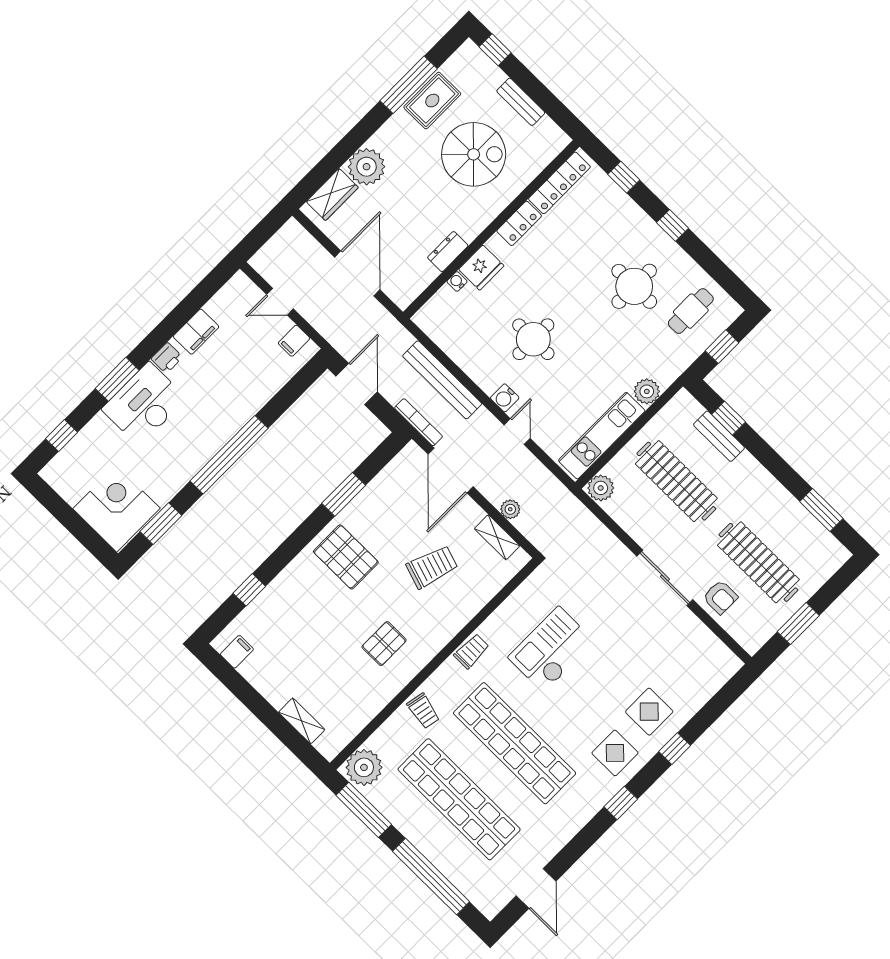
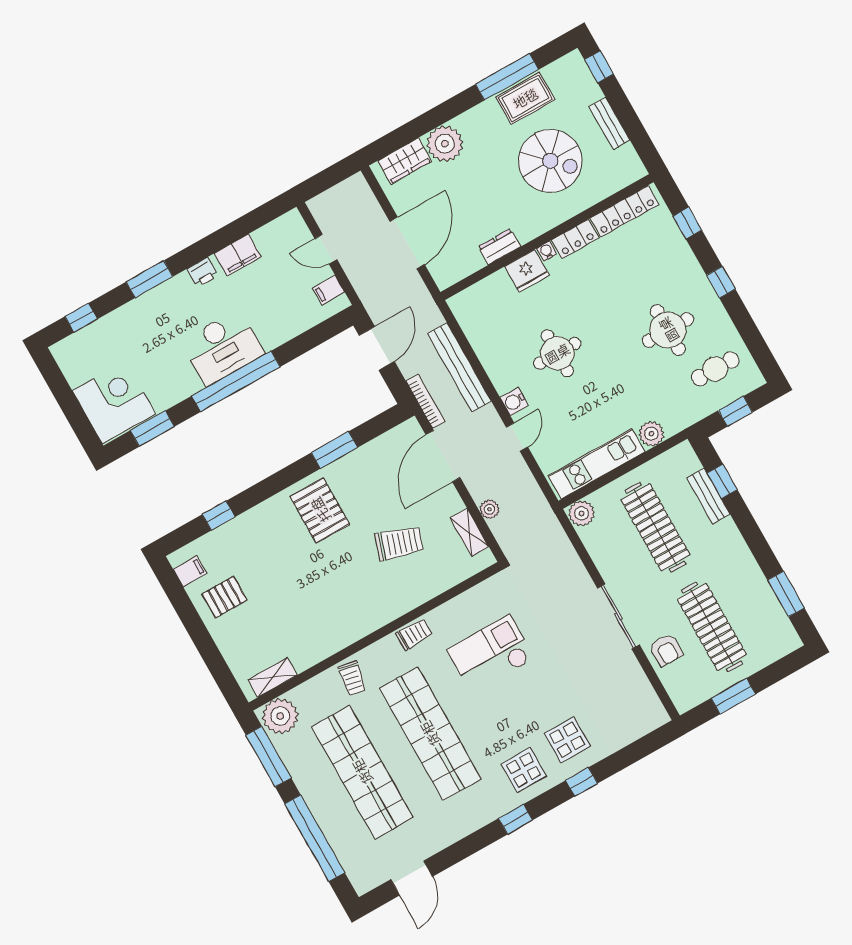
water cooler: (457, 281) -> (547, 251), moved
desk: (144, 404) -> (223, 347), moved, turned 180
pallet: (384, 644) -> (225, 597), moved
shelving: (302, 721) -> (272, 677), moved, turned 90

